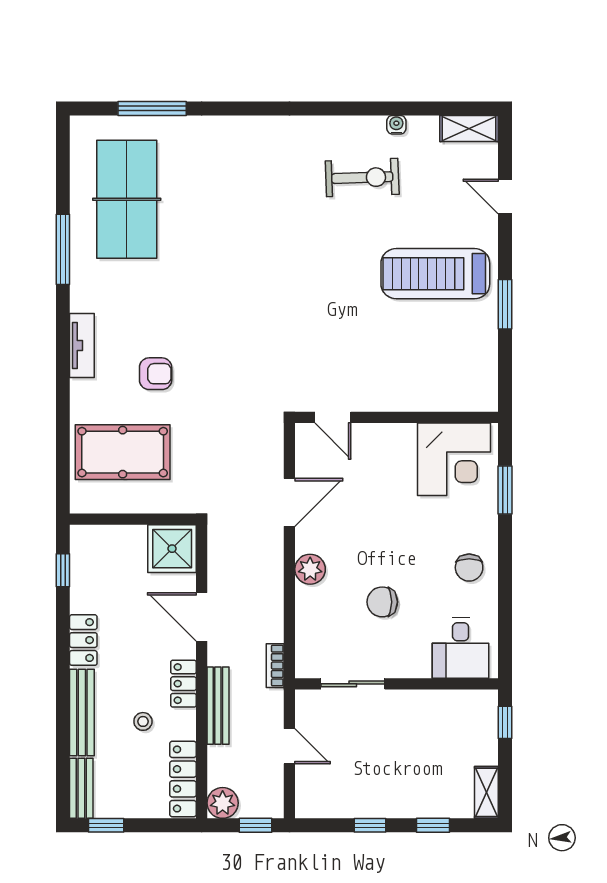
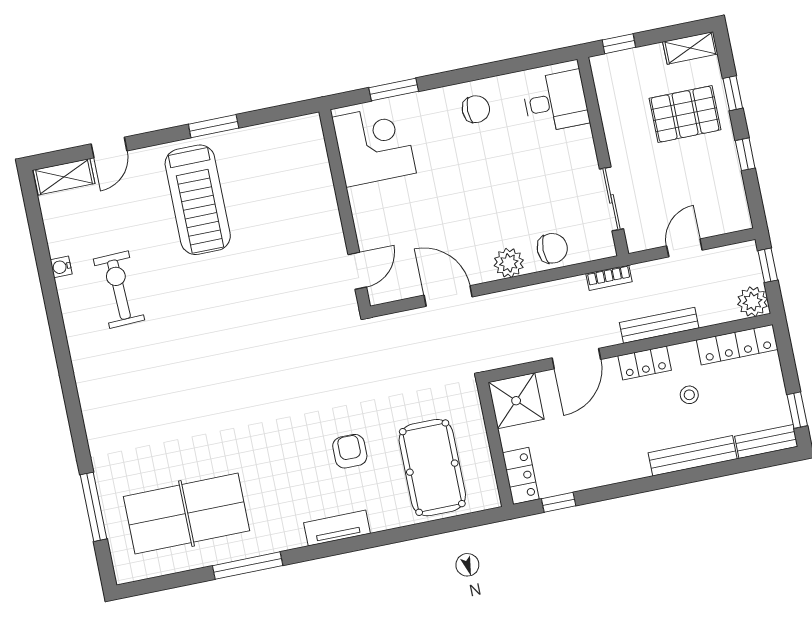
shelving: (469, 128) -> (64, 177), moved, turned 90
chair: (382, 602) -> (552, 248), moved, turned -90
locker: (83, 640) -> (521, 476), moved, turned 90
pallet: (422, 774) -> (685, 114), added

